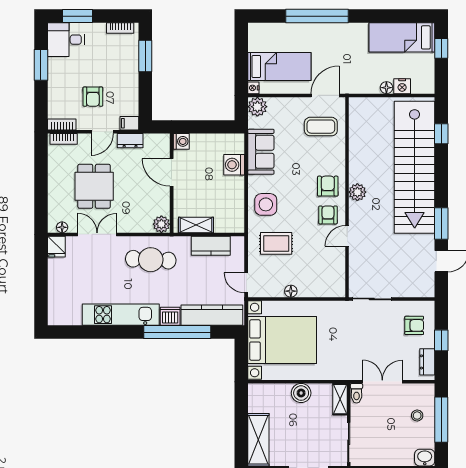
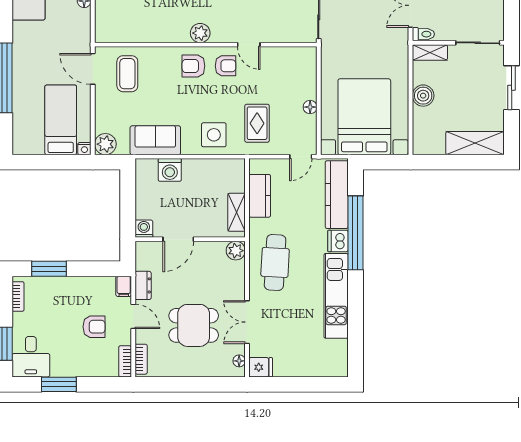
armchair: (328, 215) -> (225, 66), turned 180

